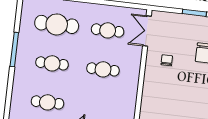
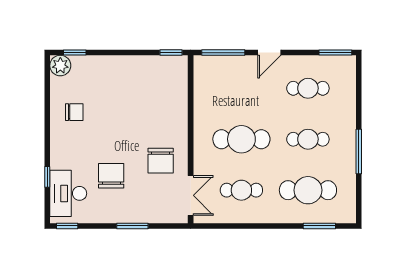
chair: (167, 60) -> (161, 161), width x1.87, depth x1.87
cafe table: (103, 69) -> (241, 139), width x1.37, depth x1.35

